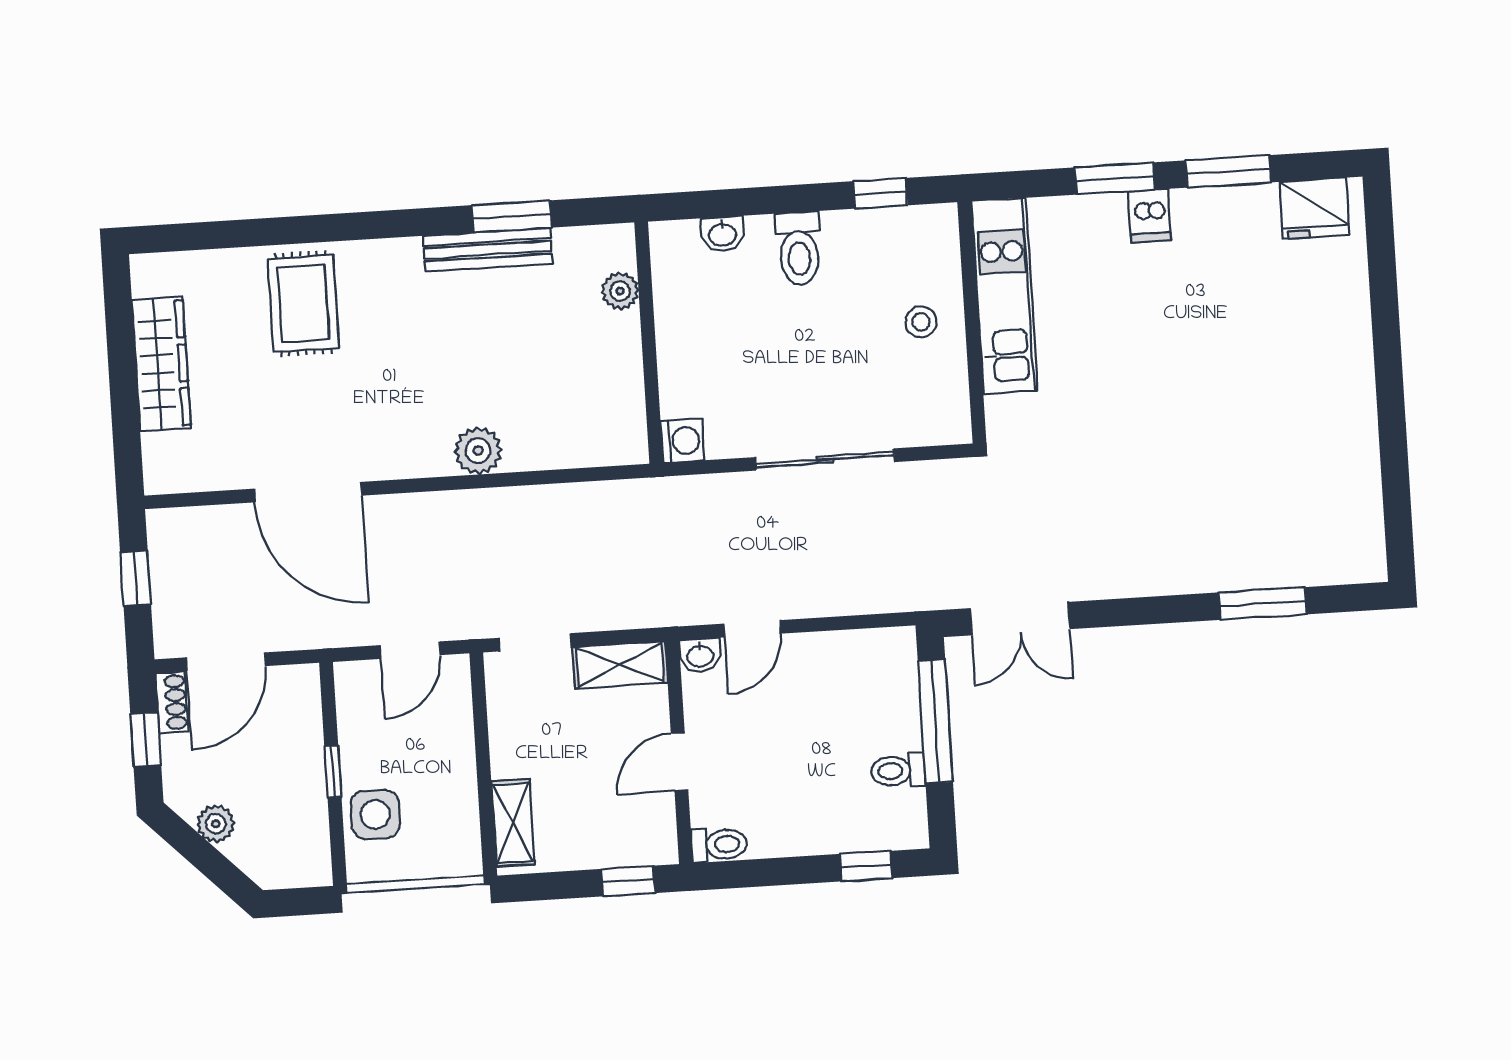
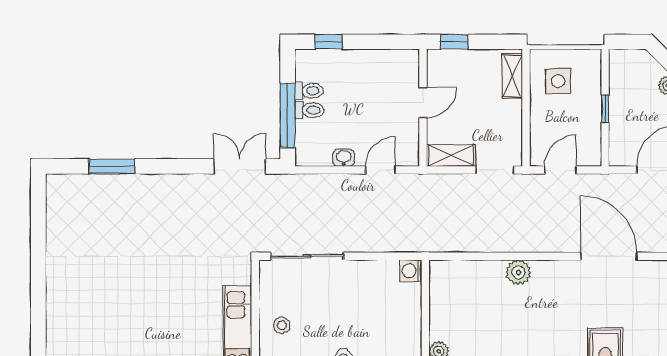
sliding door: (825, 460) -> (307, 256), moved
washbasin: (700, 655) -> (344, 158), moved
side table: (375, 814) -> (558, 81), moved
toilet: (719, 845) -> (309, 110), moved, turned 180

